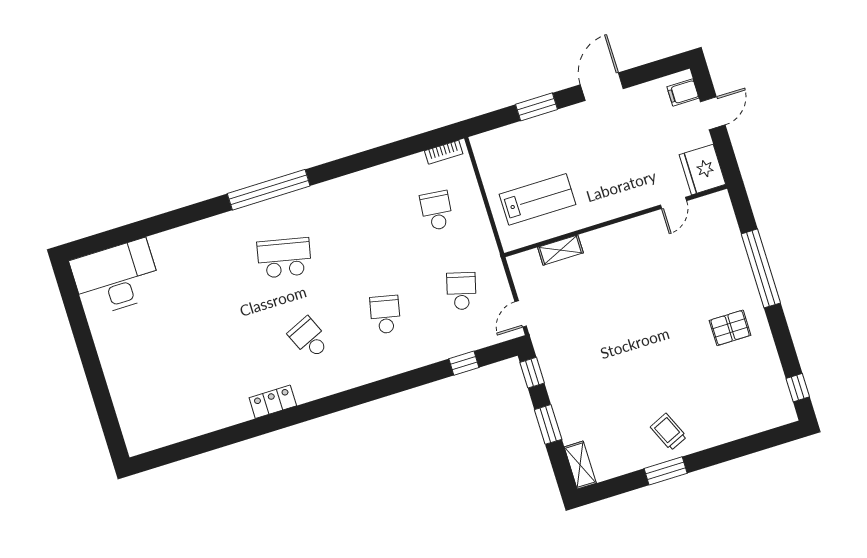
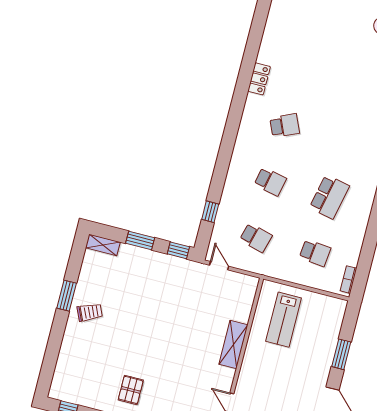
shelving: (560, 250) -> (233, 344), moved, width x1.50, depth x1.33
school desk: (284, 258) -> (329, 197), moved

